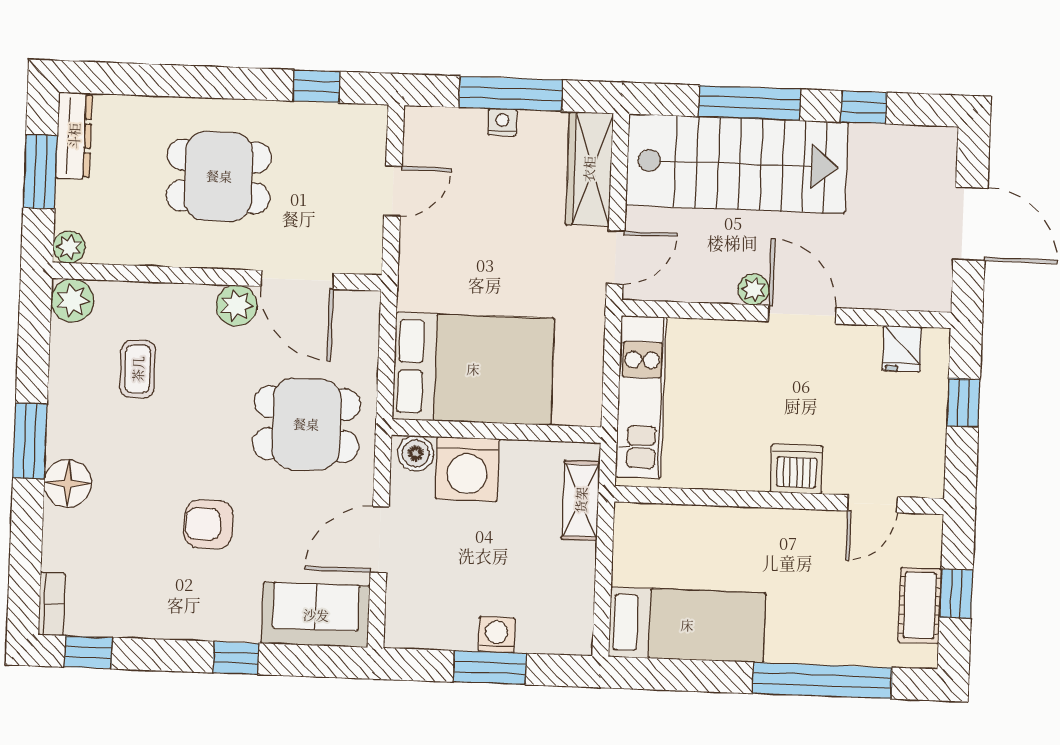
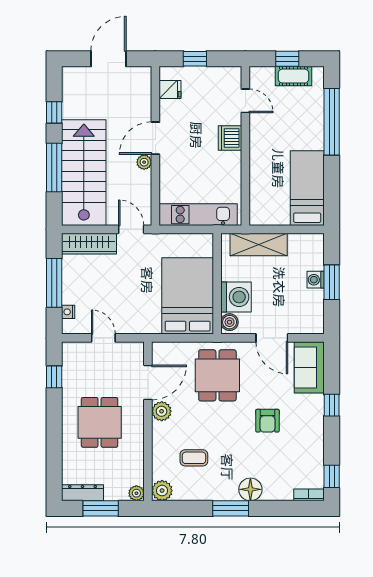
nightstand: (502, 122) -> (68, 312), moved
shelving: (581, 500) -> (259, 244), width x1.50, depth x1.33

